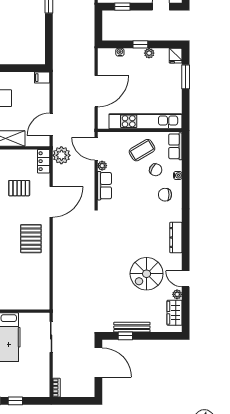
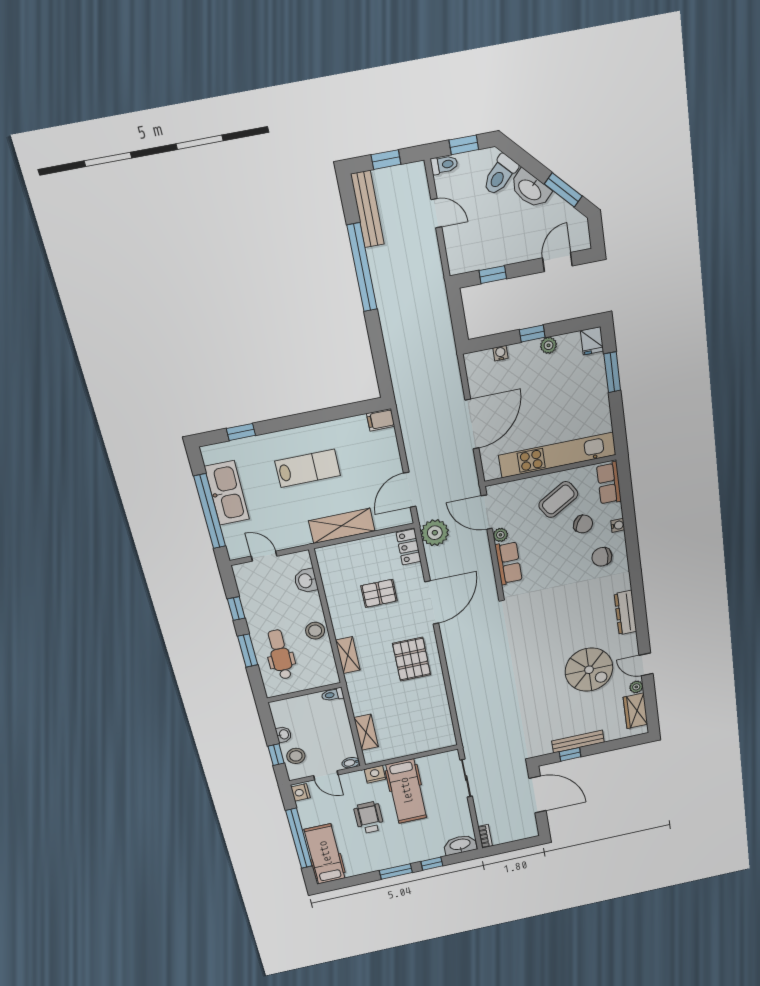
spiral stairs: (147, 274) -> (589, 670), turned -90
washbasin: (38, 390) -> (460, 845), added

